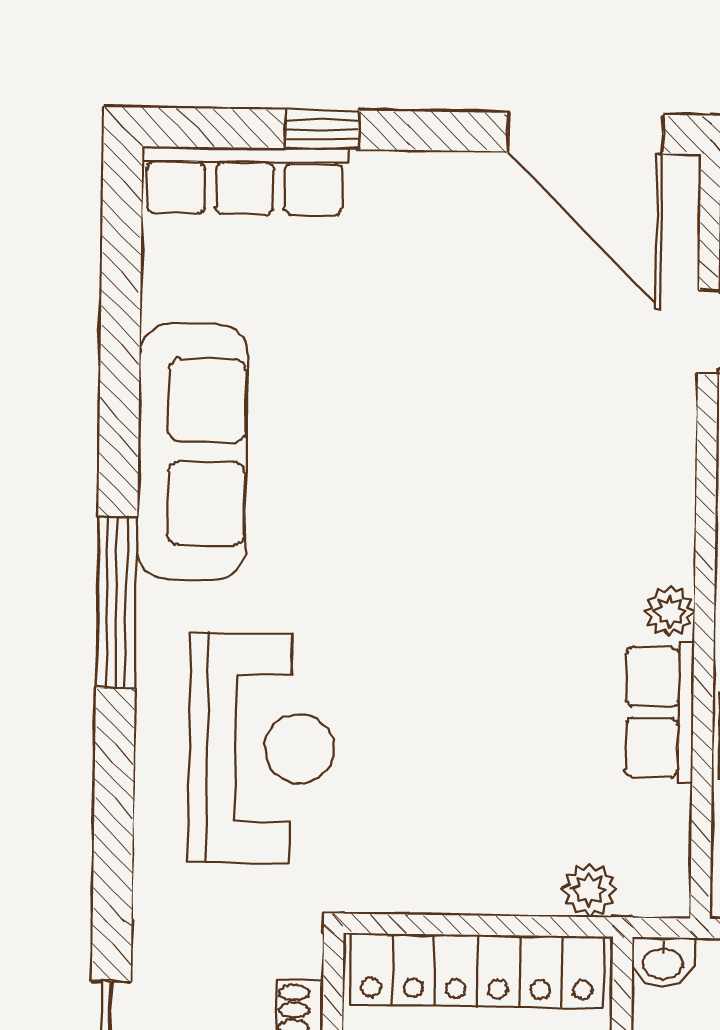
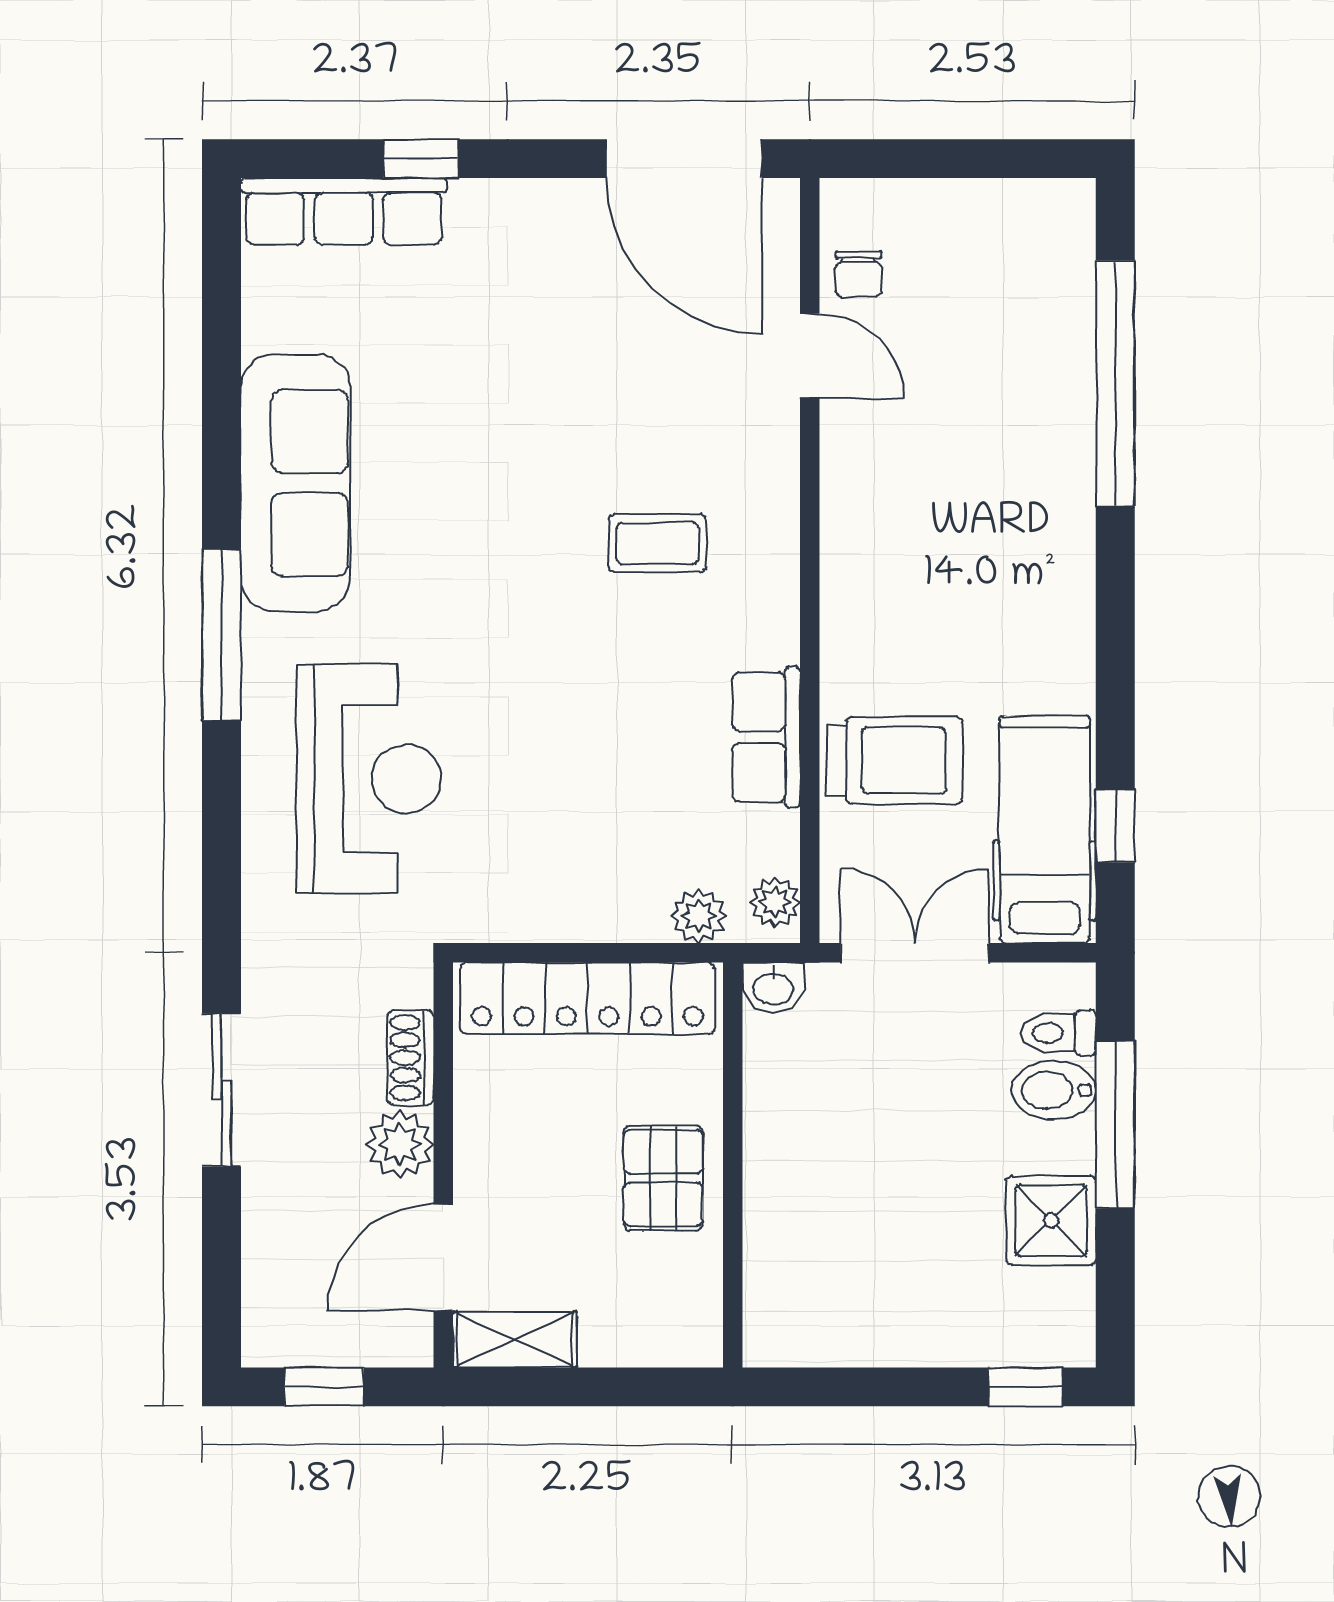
coffee table: (553, 517) -> (657, 543), added
plant: (670, 612) -> (775, 902), moved

